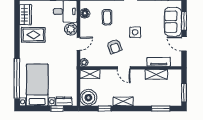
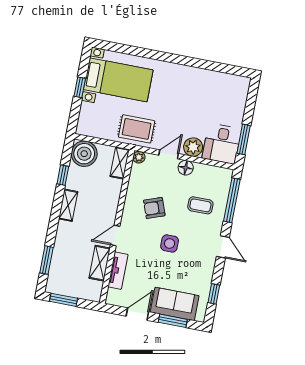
floor lamp: (85, 13) -> (186, 168), moved
wardrobe: (25, 15) -> (228, 82), removed
rug: (33, 35) -> (137, 129), moved, turned 90
door: (79, 44) -> (169, 154), swing flipped
door: (124, 68) -> (115, 235), moved
window: (17, 78) -> (134, 51), removed
dresser: (64, 101) -> (86, 115), removed
window: (57, 109) -> (80, 87), moved

